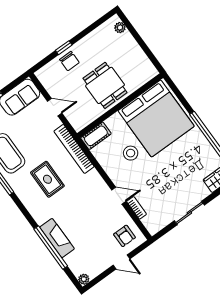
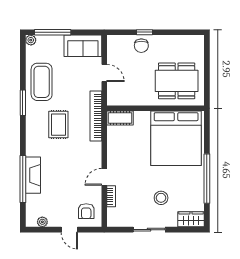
plant: (120, 28) -> (199, 48), removed
dining table: (105, 85) -> (177, 81), moved, width x1.38
stool: (131, 153) -> (161, 198), moved
door: (119, 196) -> (104, 177), swing flipped
plant: (84, 279) -> (42, 222), moved

